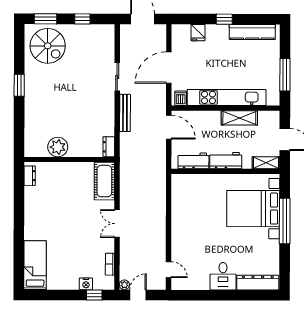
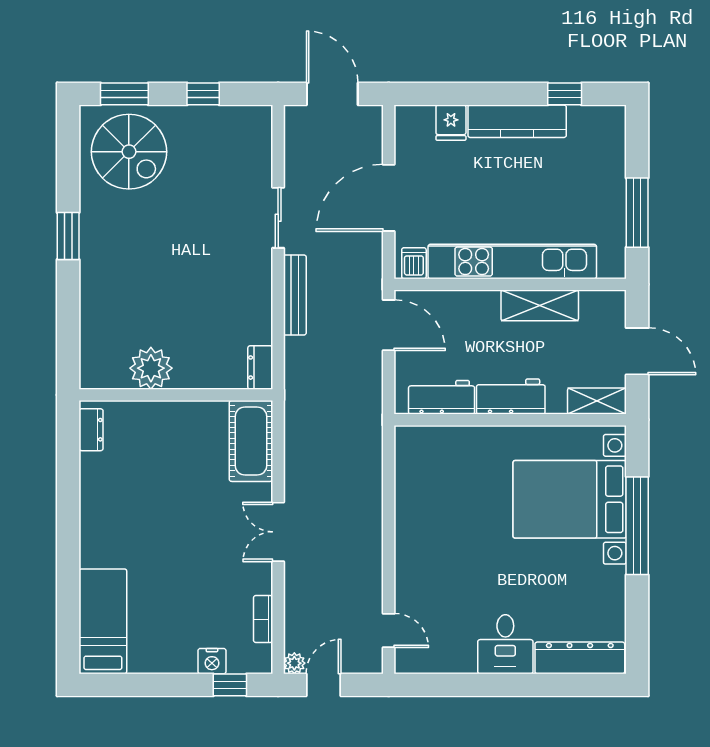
window: (224, 19) -> (565, 94), moved
kitchen counter: (252, 32) -> (517, 121), moved

